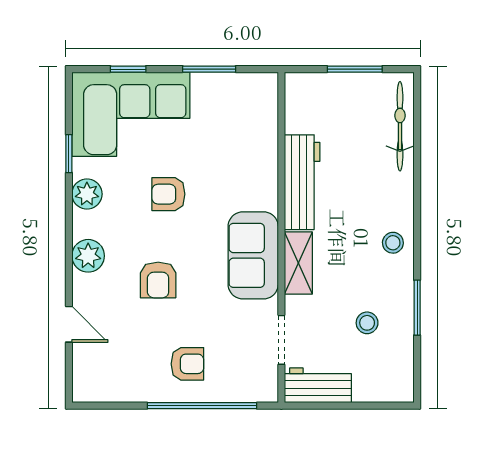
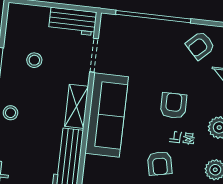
armchair: (168, 194) -> (160, 163), turned 78
sofa: (253, 255) -> (107, 115), width x1.36
armchair: (187, 364) -> (200, 46), moved, turned -44

